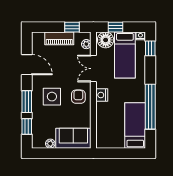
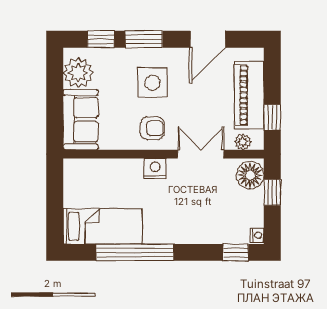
piano: (59, 38) -> (249, 95), width x1.37, depth x1.33
bed: (125, 55) -> (224, 208), removed
plant: (50, 144) -> (78, 73), width x1.88, depth x1.88

